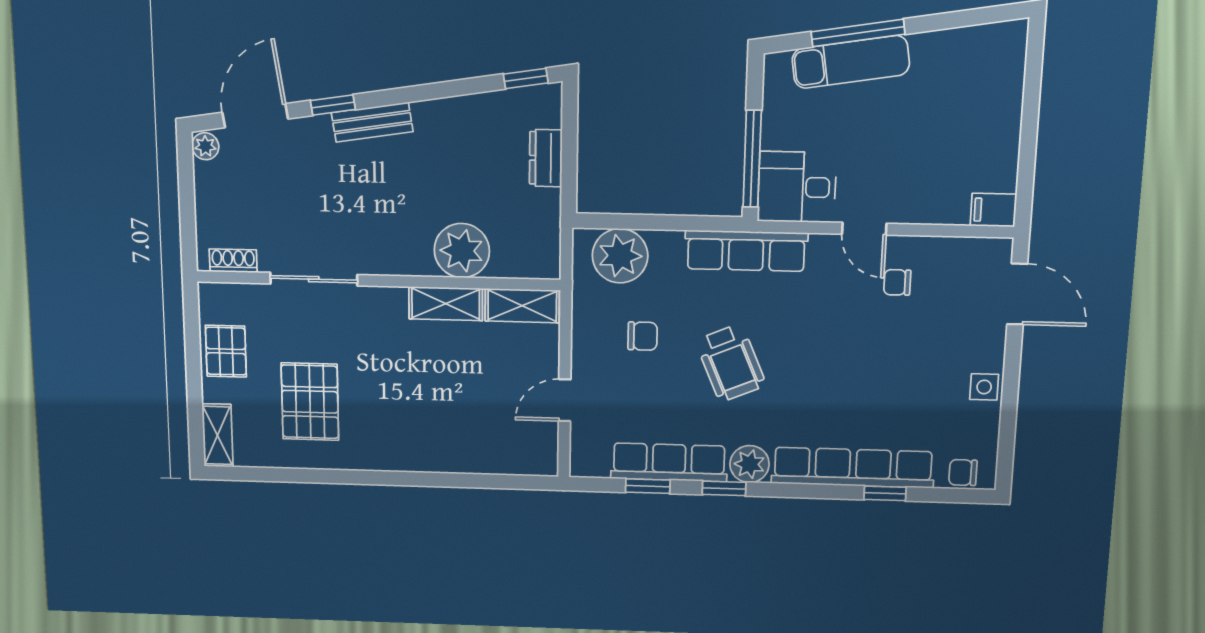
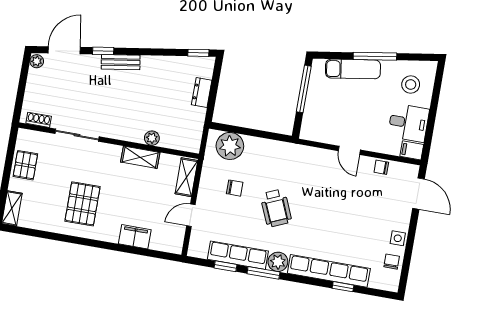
window: (858, 33) -> (375, 56), moved
stool: (976, 75) -> (411, 84), added
window: (752, 159) -> (304, 89), moved
desk: (797, 187) -> (409, 123), moved, turned 180
plant: (462, 251) -> (152, 138), width x0.53, depth x0.53
row of seats: (746, 251) -> (291, 153), removed
chair: (897, 282) -> (381, 167), moved
shelving: (522, 306) -> (186, 177), moved, turned 90
pallet: (310, 402) -> (83, 204), moved
filing cabinet: (463, 455) -> (135, 237), added
chair: (963, 473) -> (392, 262), moved, turned 90
window: (724, 488) -> (263, 273), width x1.50

